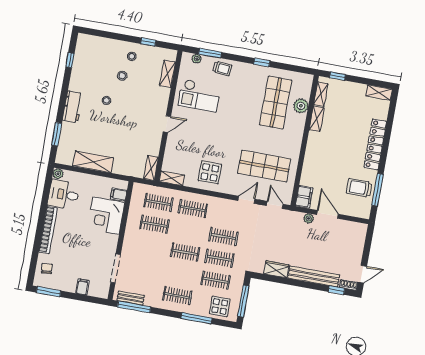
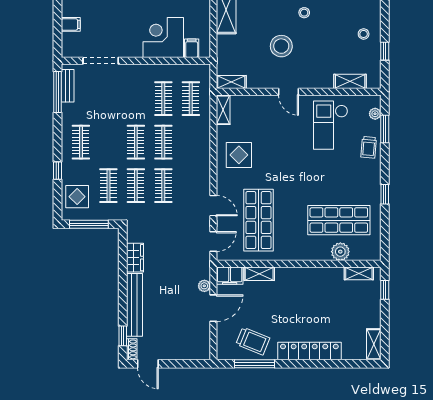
stool: (122, 76) -> (281, 46), moved, width x1.89, depth x1.89
shelving: (317, 119) -> (259, 274), moved
trolley: (359, 188) -> (253, 341), turned 112
clothes rail: (193, 209) -> (163, 142), moved
window: (197, 318) -> (58, 171), width x0.46

